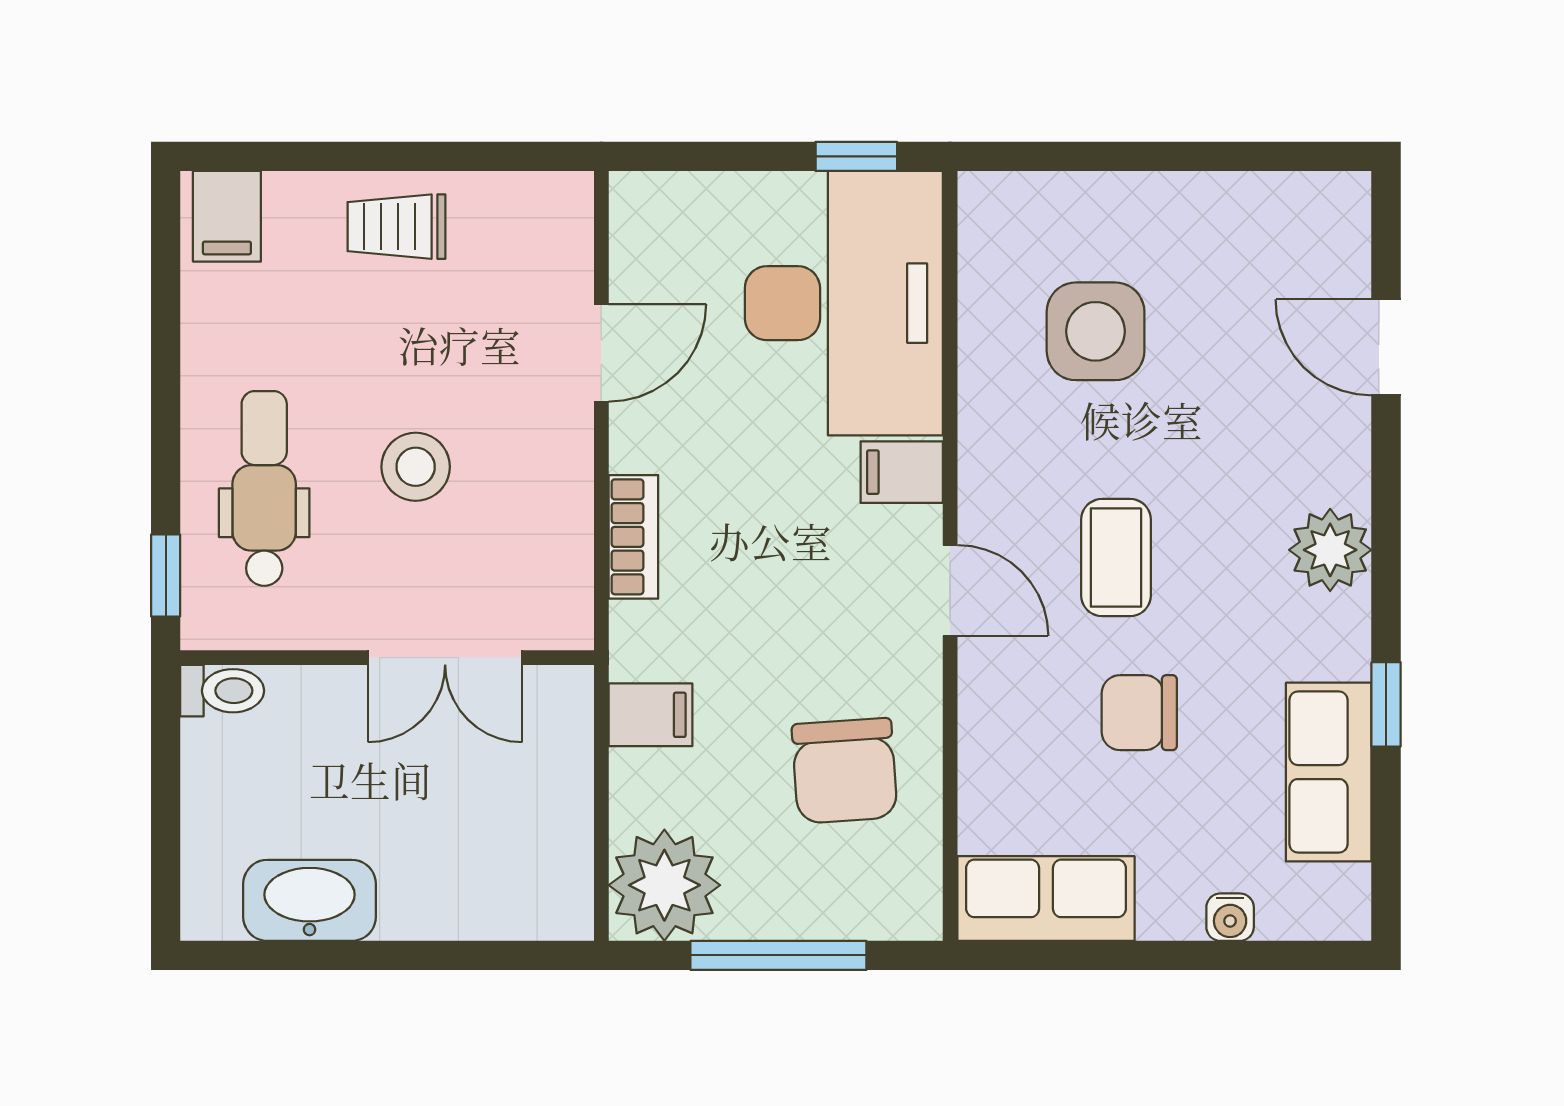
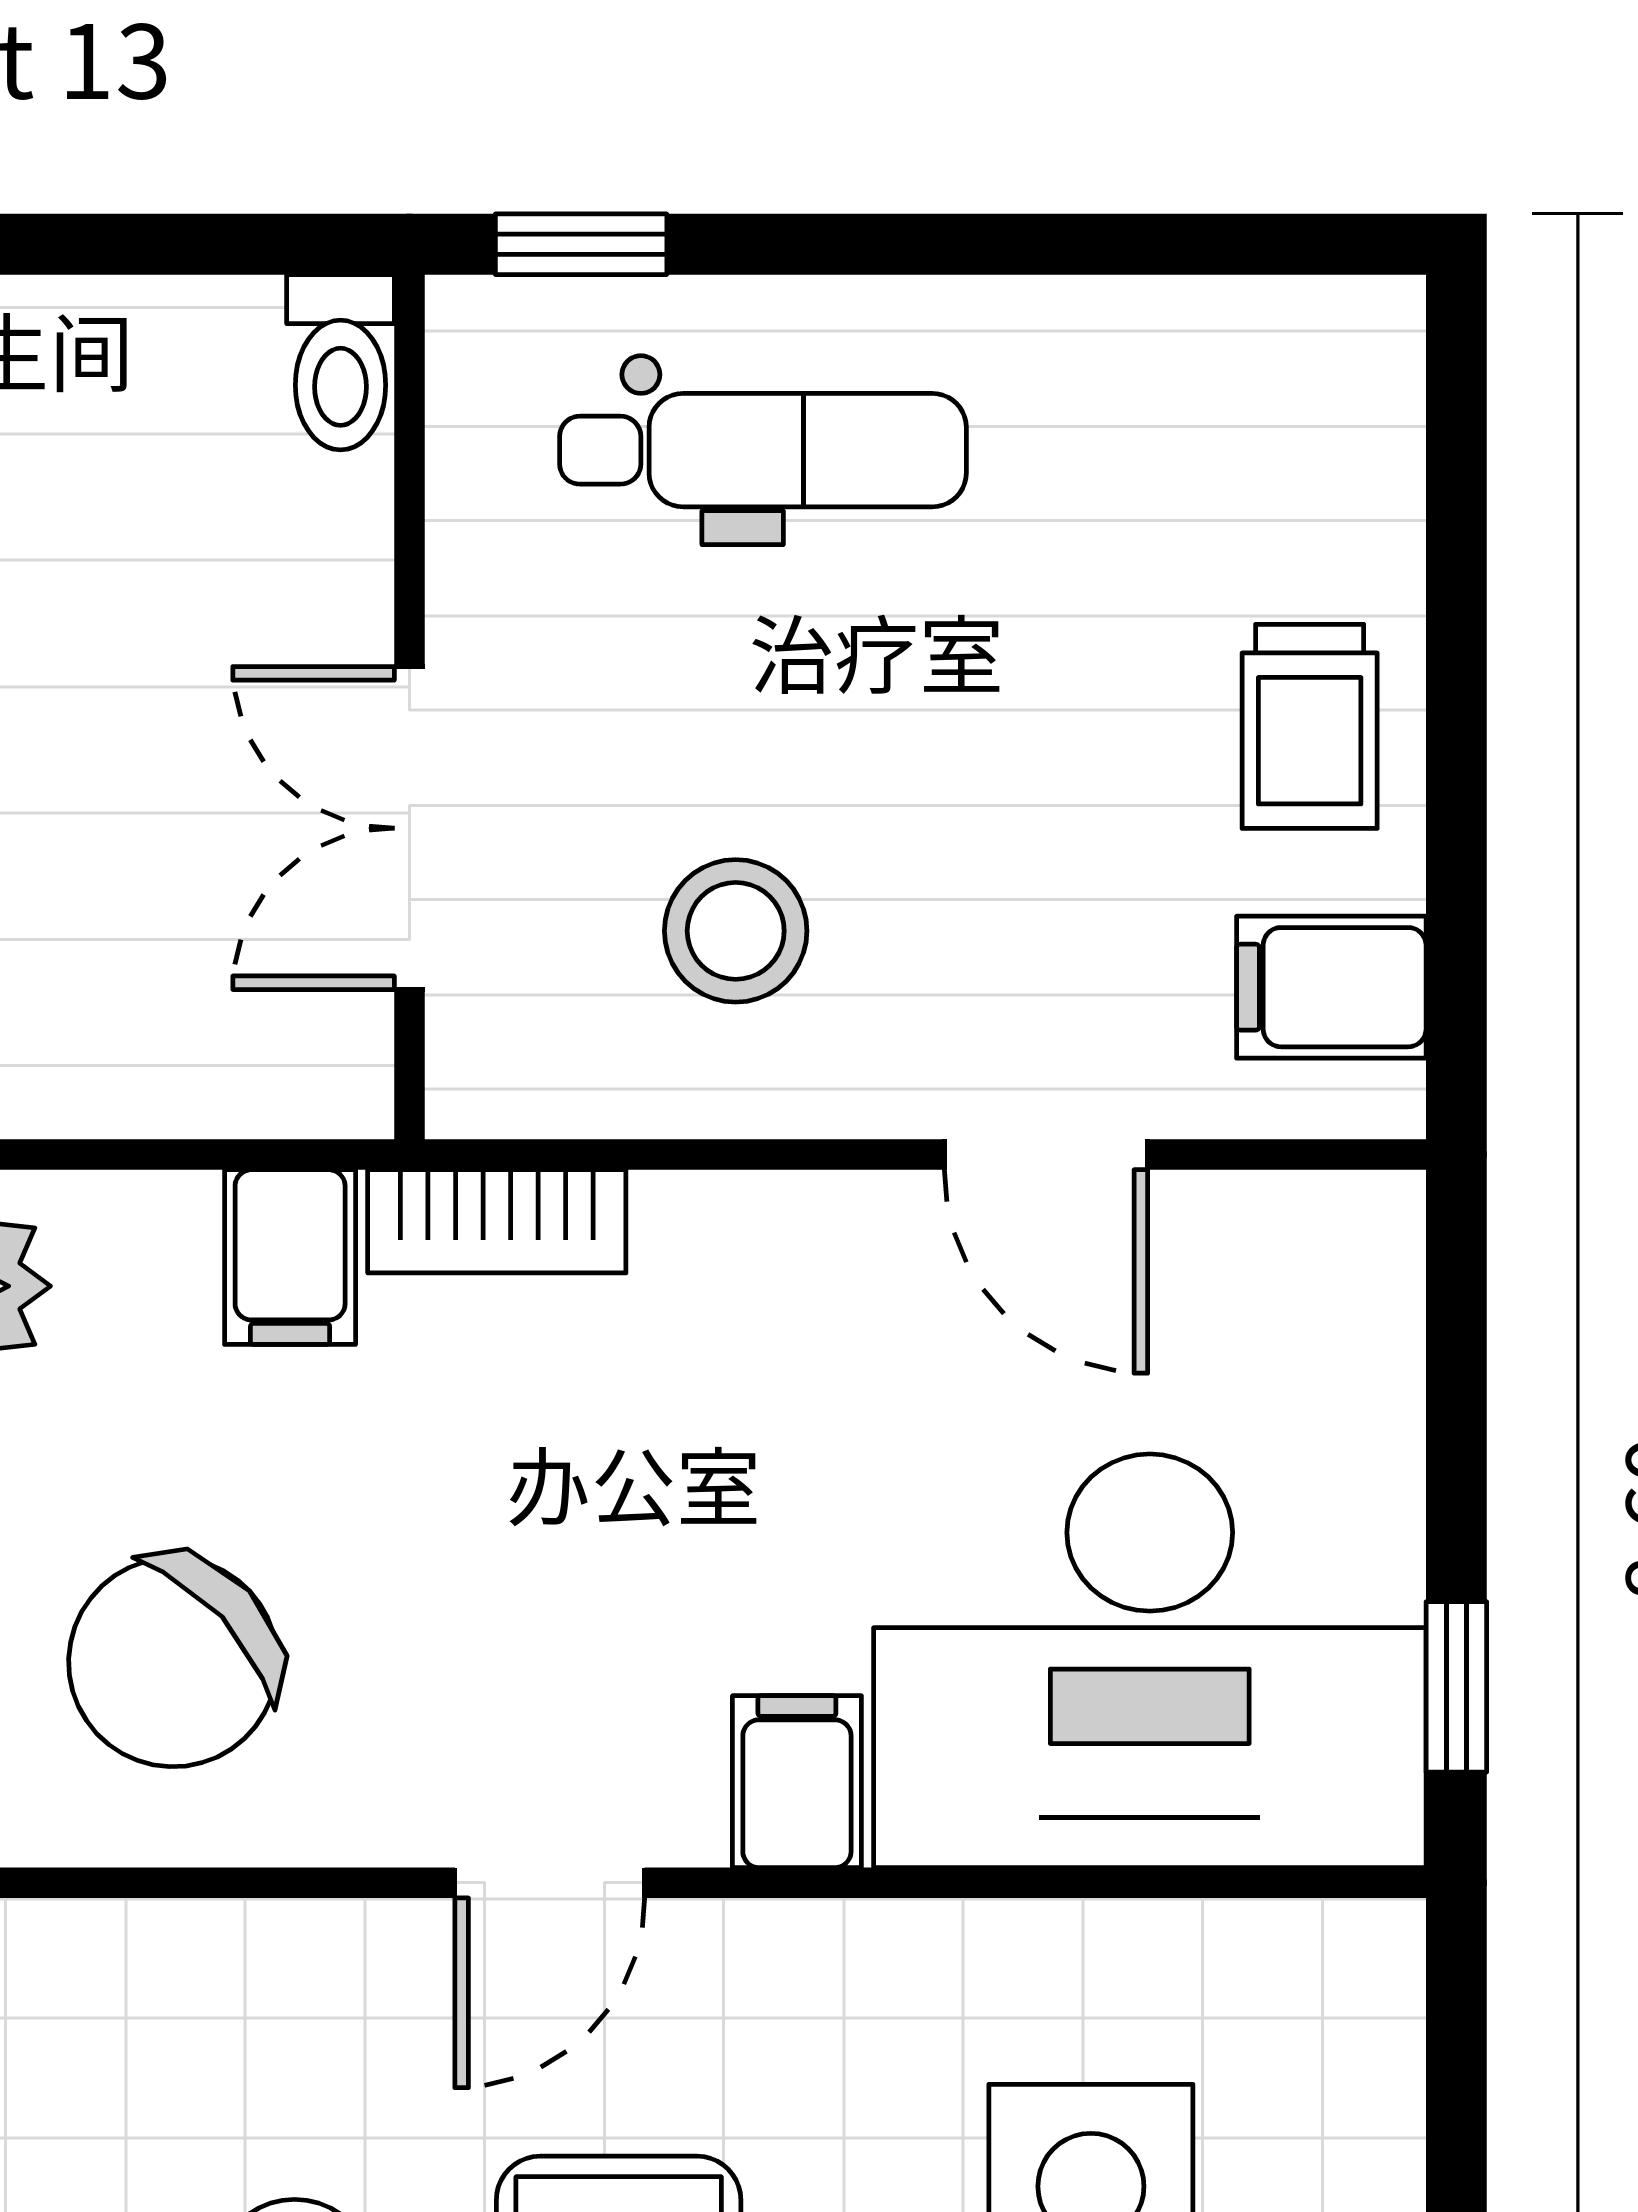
filing cabinet: (227, 216) -> (1331, 987), moved
trolley: (396, 227) -> (1310, 726), turned 180
stool: (416, 467) -> (736, 931), moved
bookcase: (633, 537) -> (497, 1221), moved
chair: (845, 771) -> (173, 1662), turned -39

